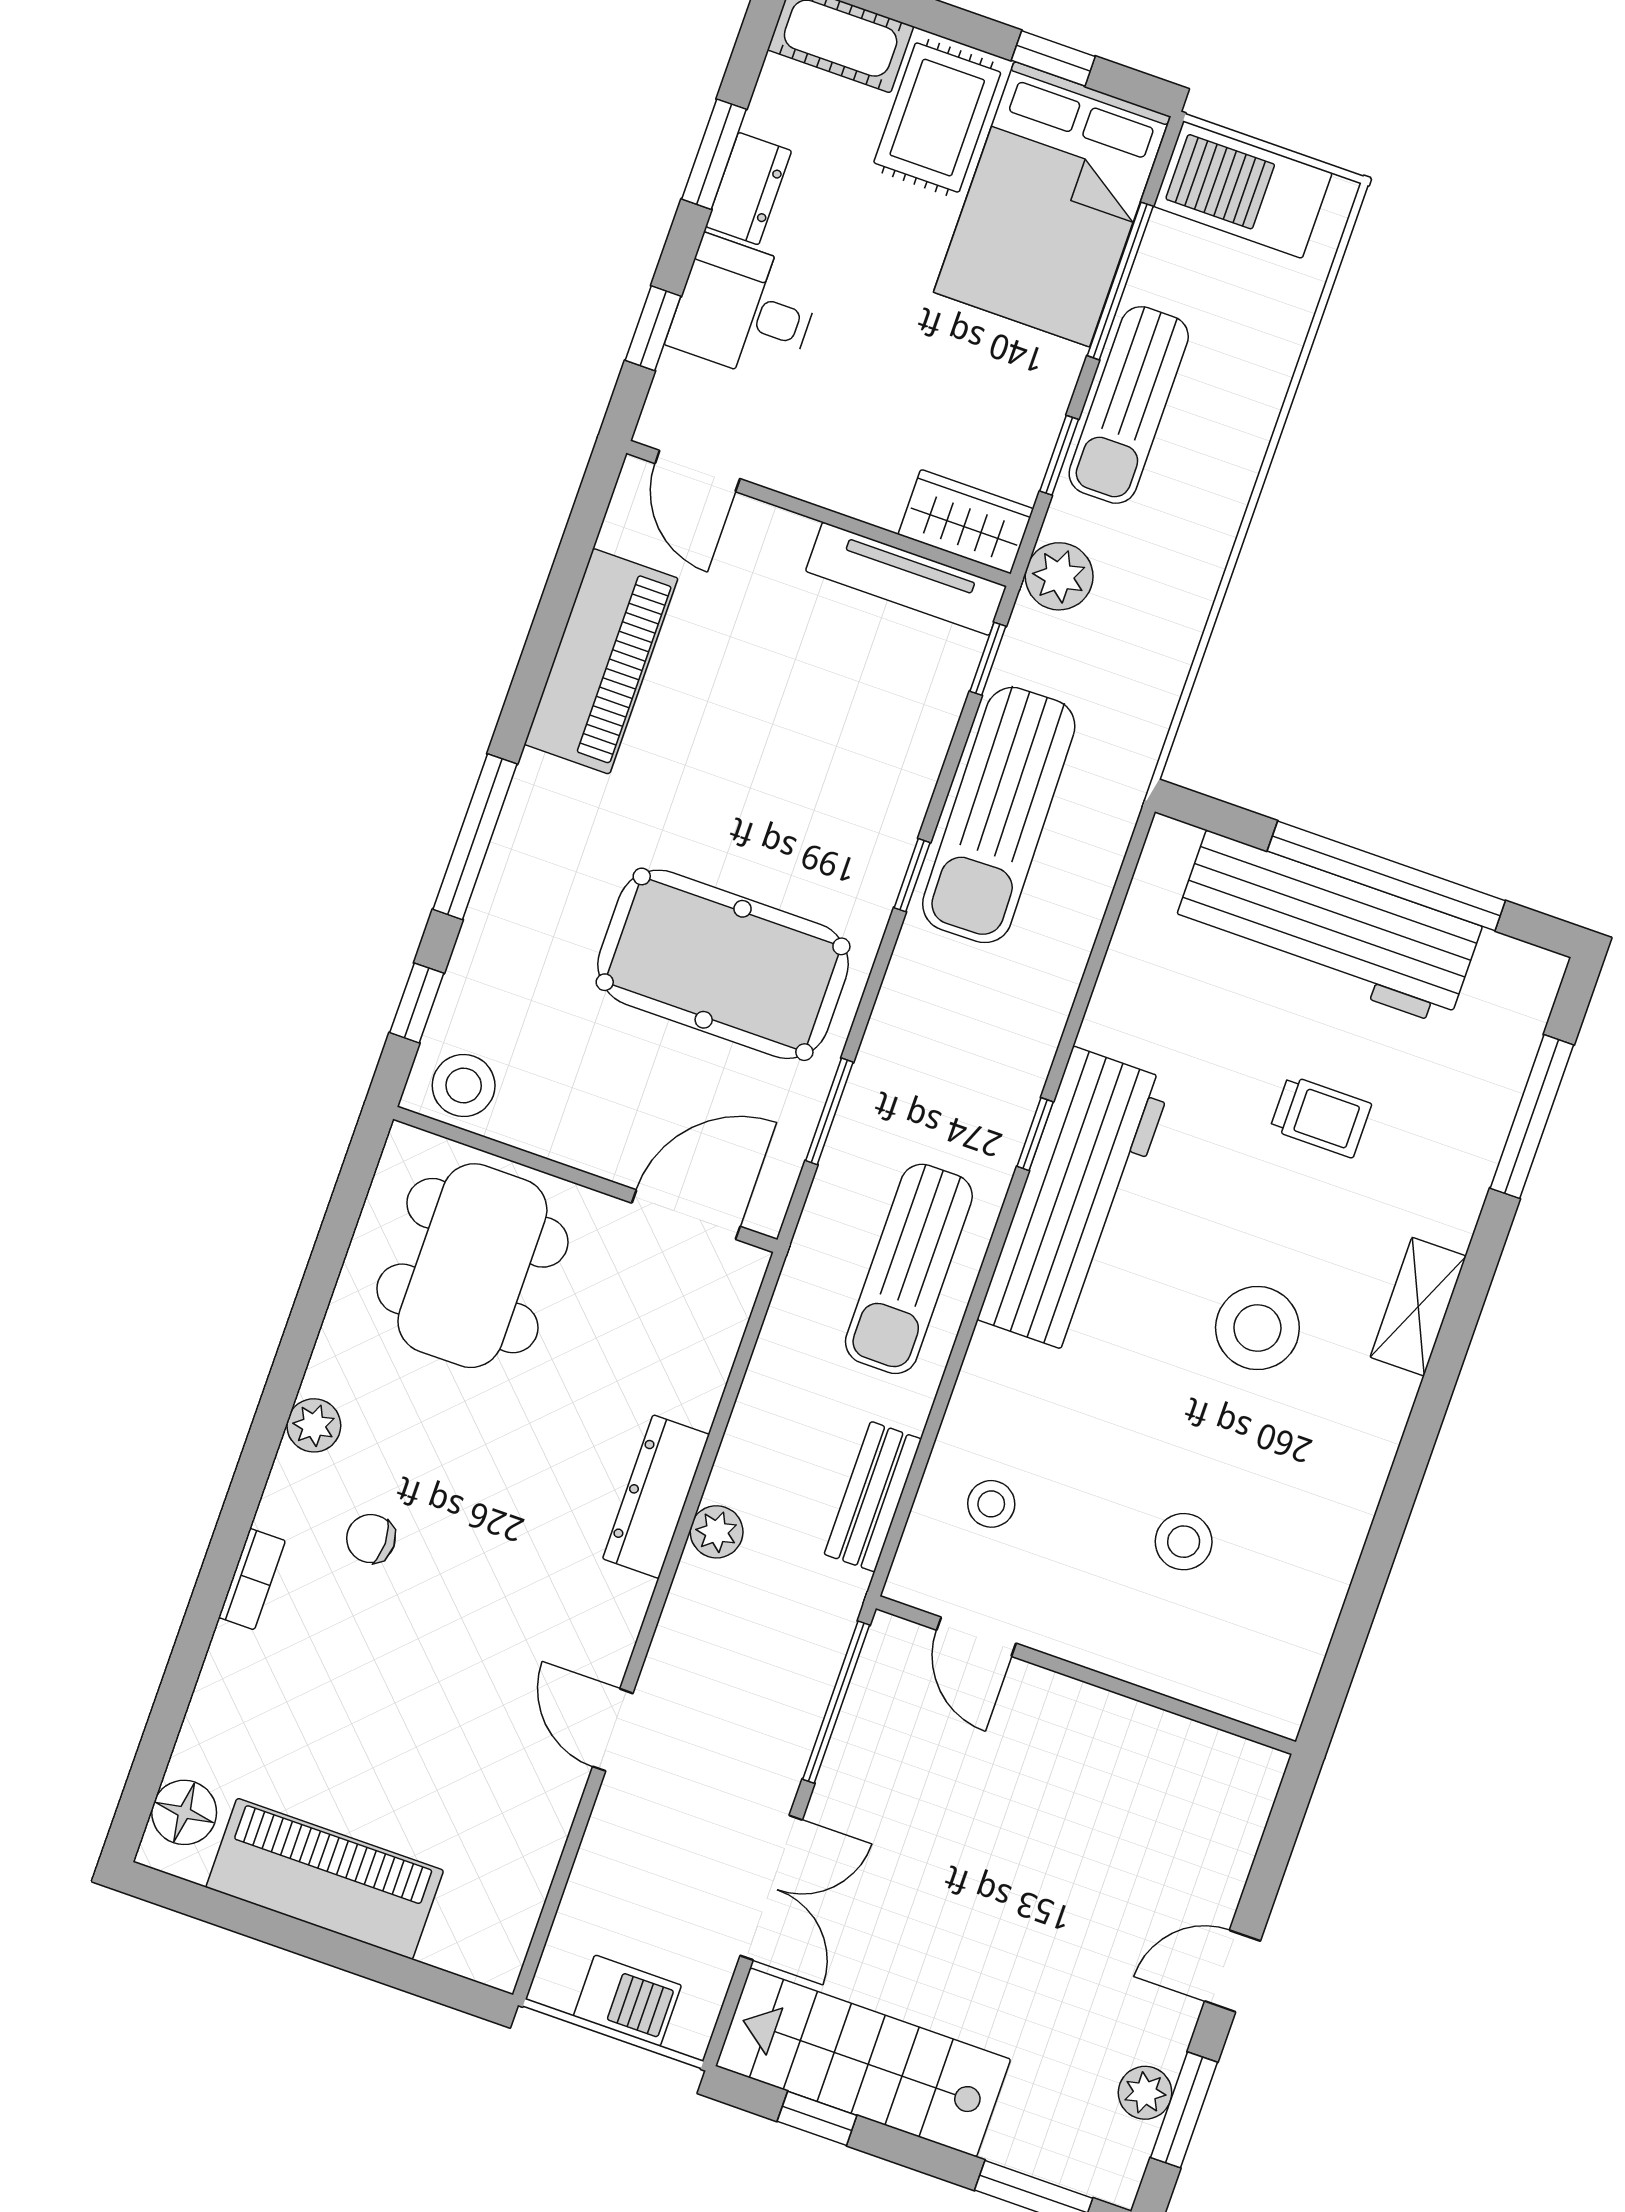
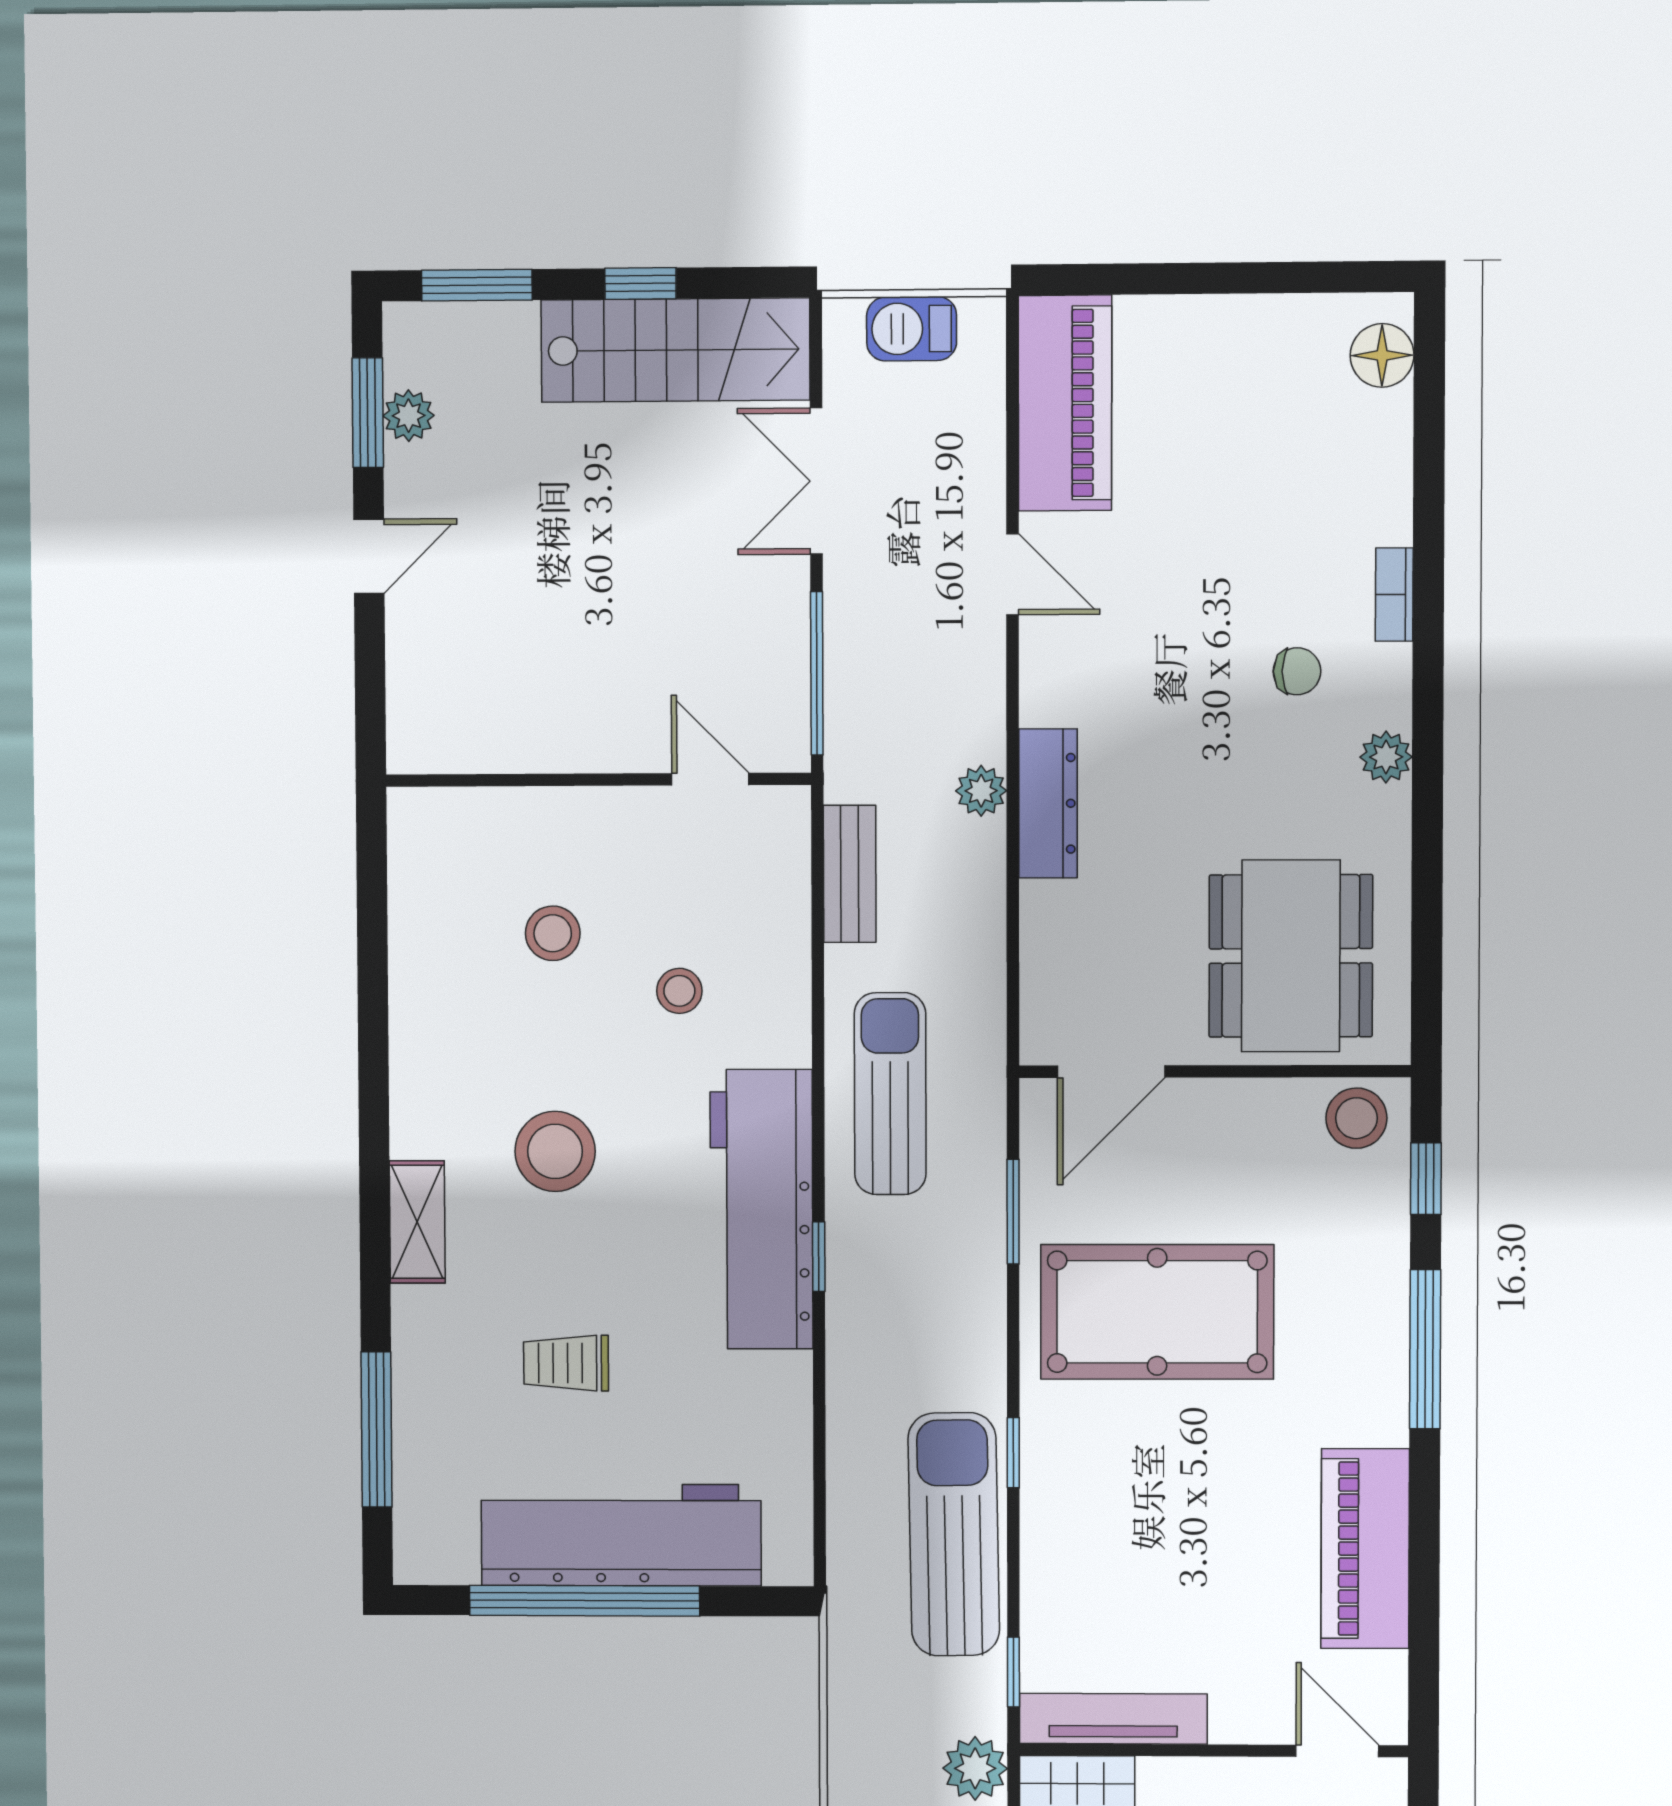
stool: (991, 1504) -> (679, 991), moved
piano: (325, 1879) -> (1065, 403), moved, turned -90
window: (817, 2118) -> (640, 284), moved

